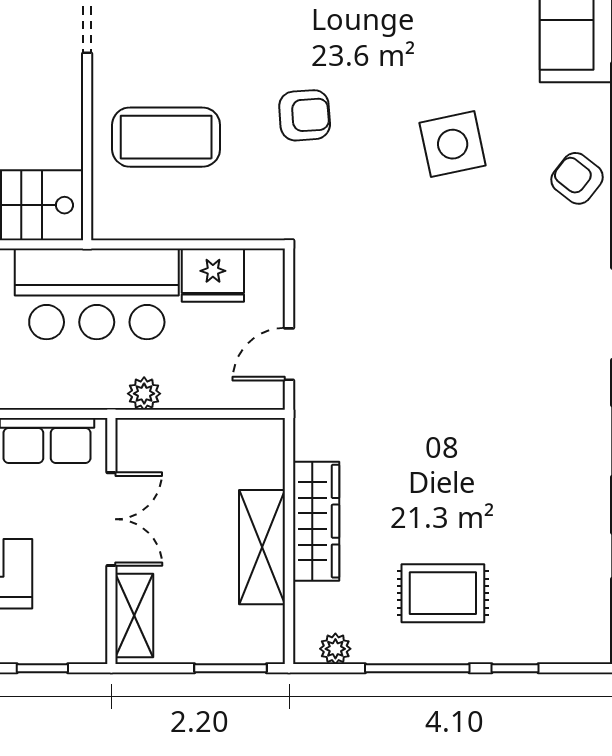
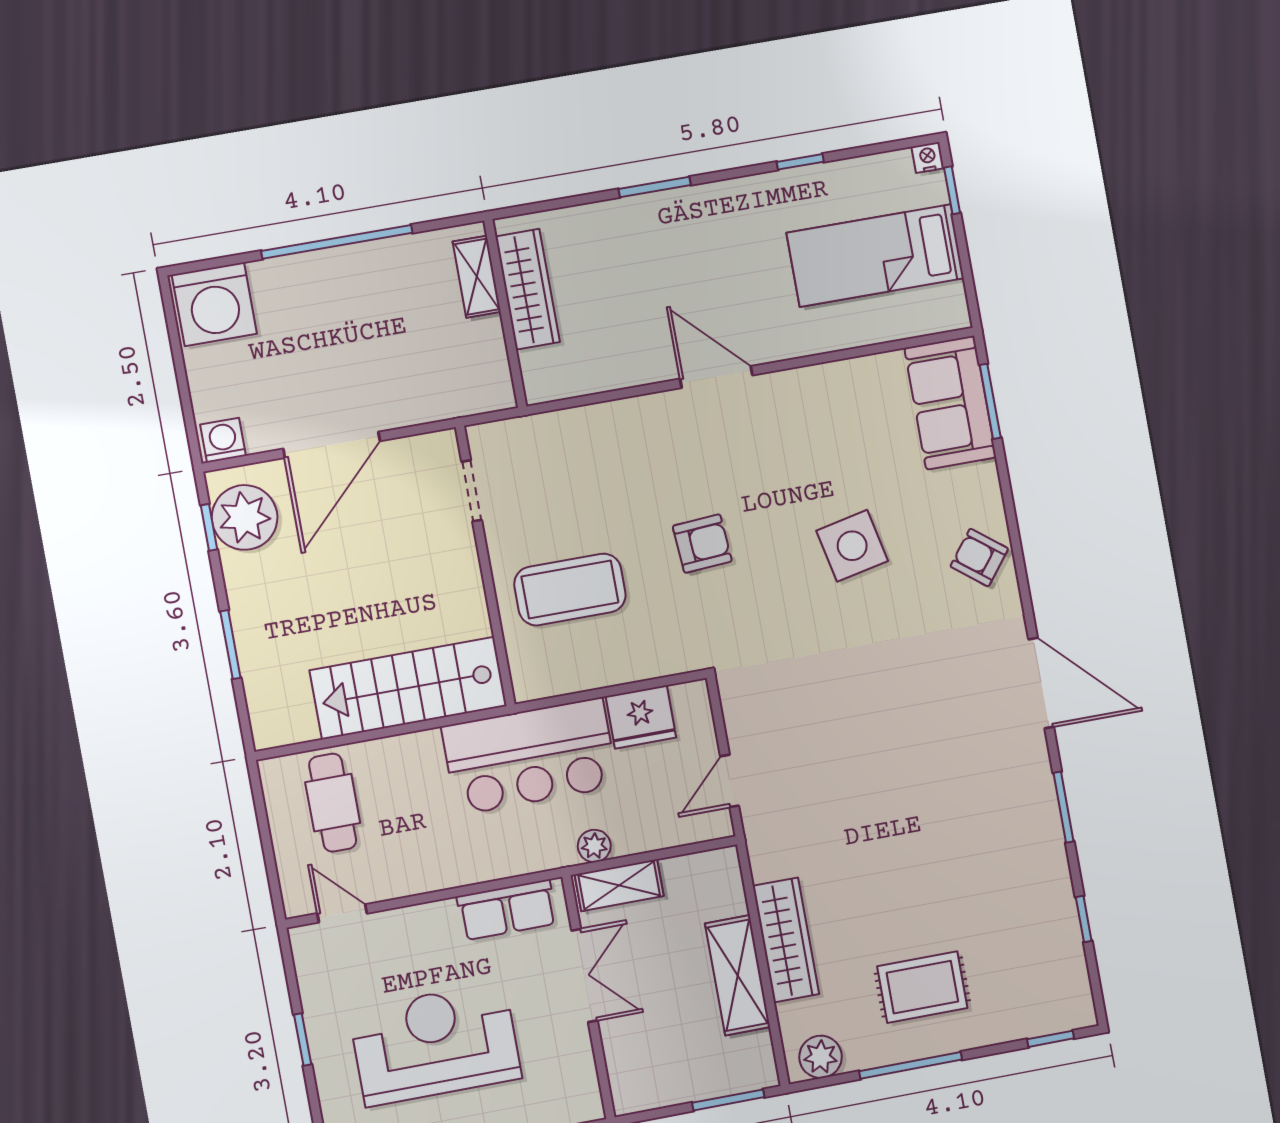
shelving: (134, 615) -> (619, 885), moved, turned 90
plant: (335, 649) -> (821, 1057), width x1.38, depth x1.38
window: (515, 668) -> (1051, 1039), moved

